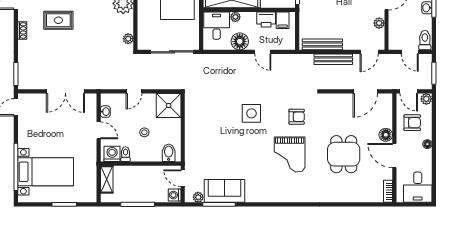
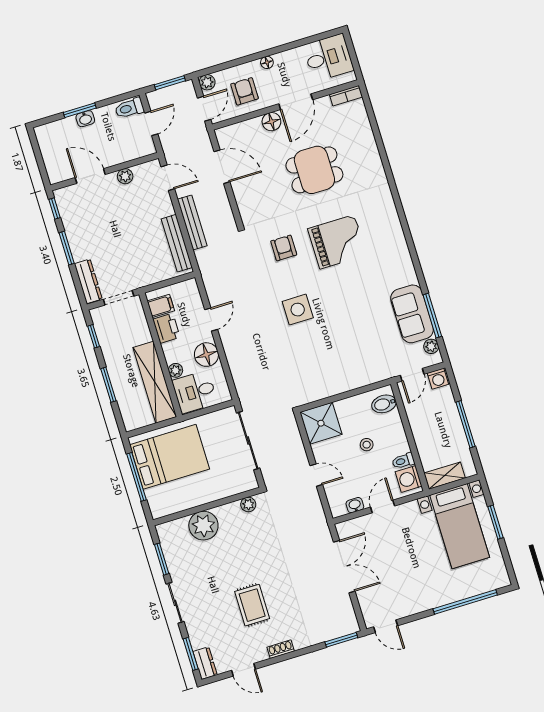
bed with nightstands: (46, 172) -> (460, 526), moved, turned 180

